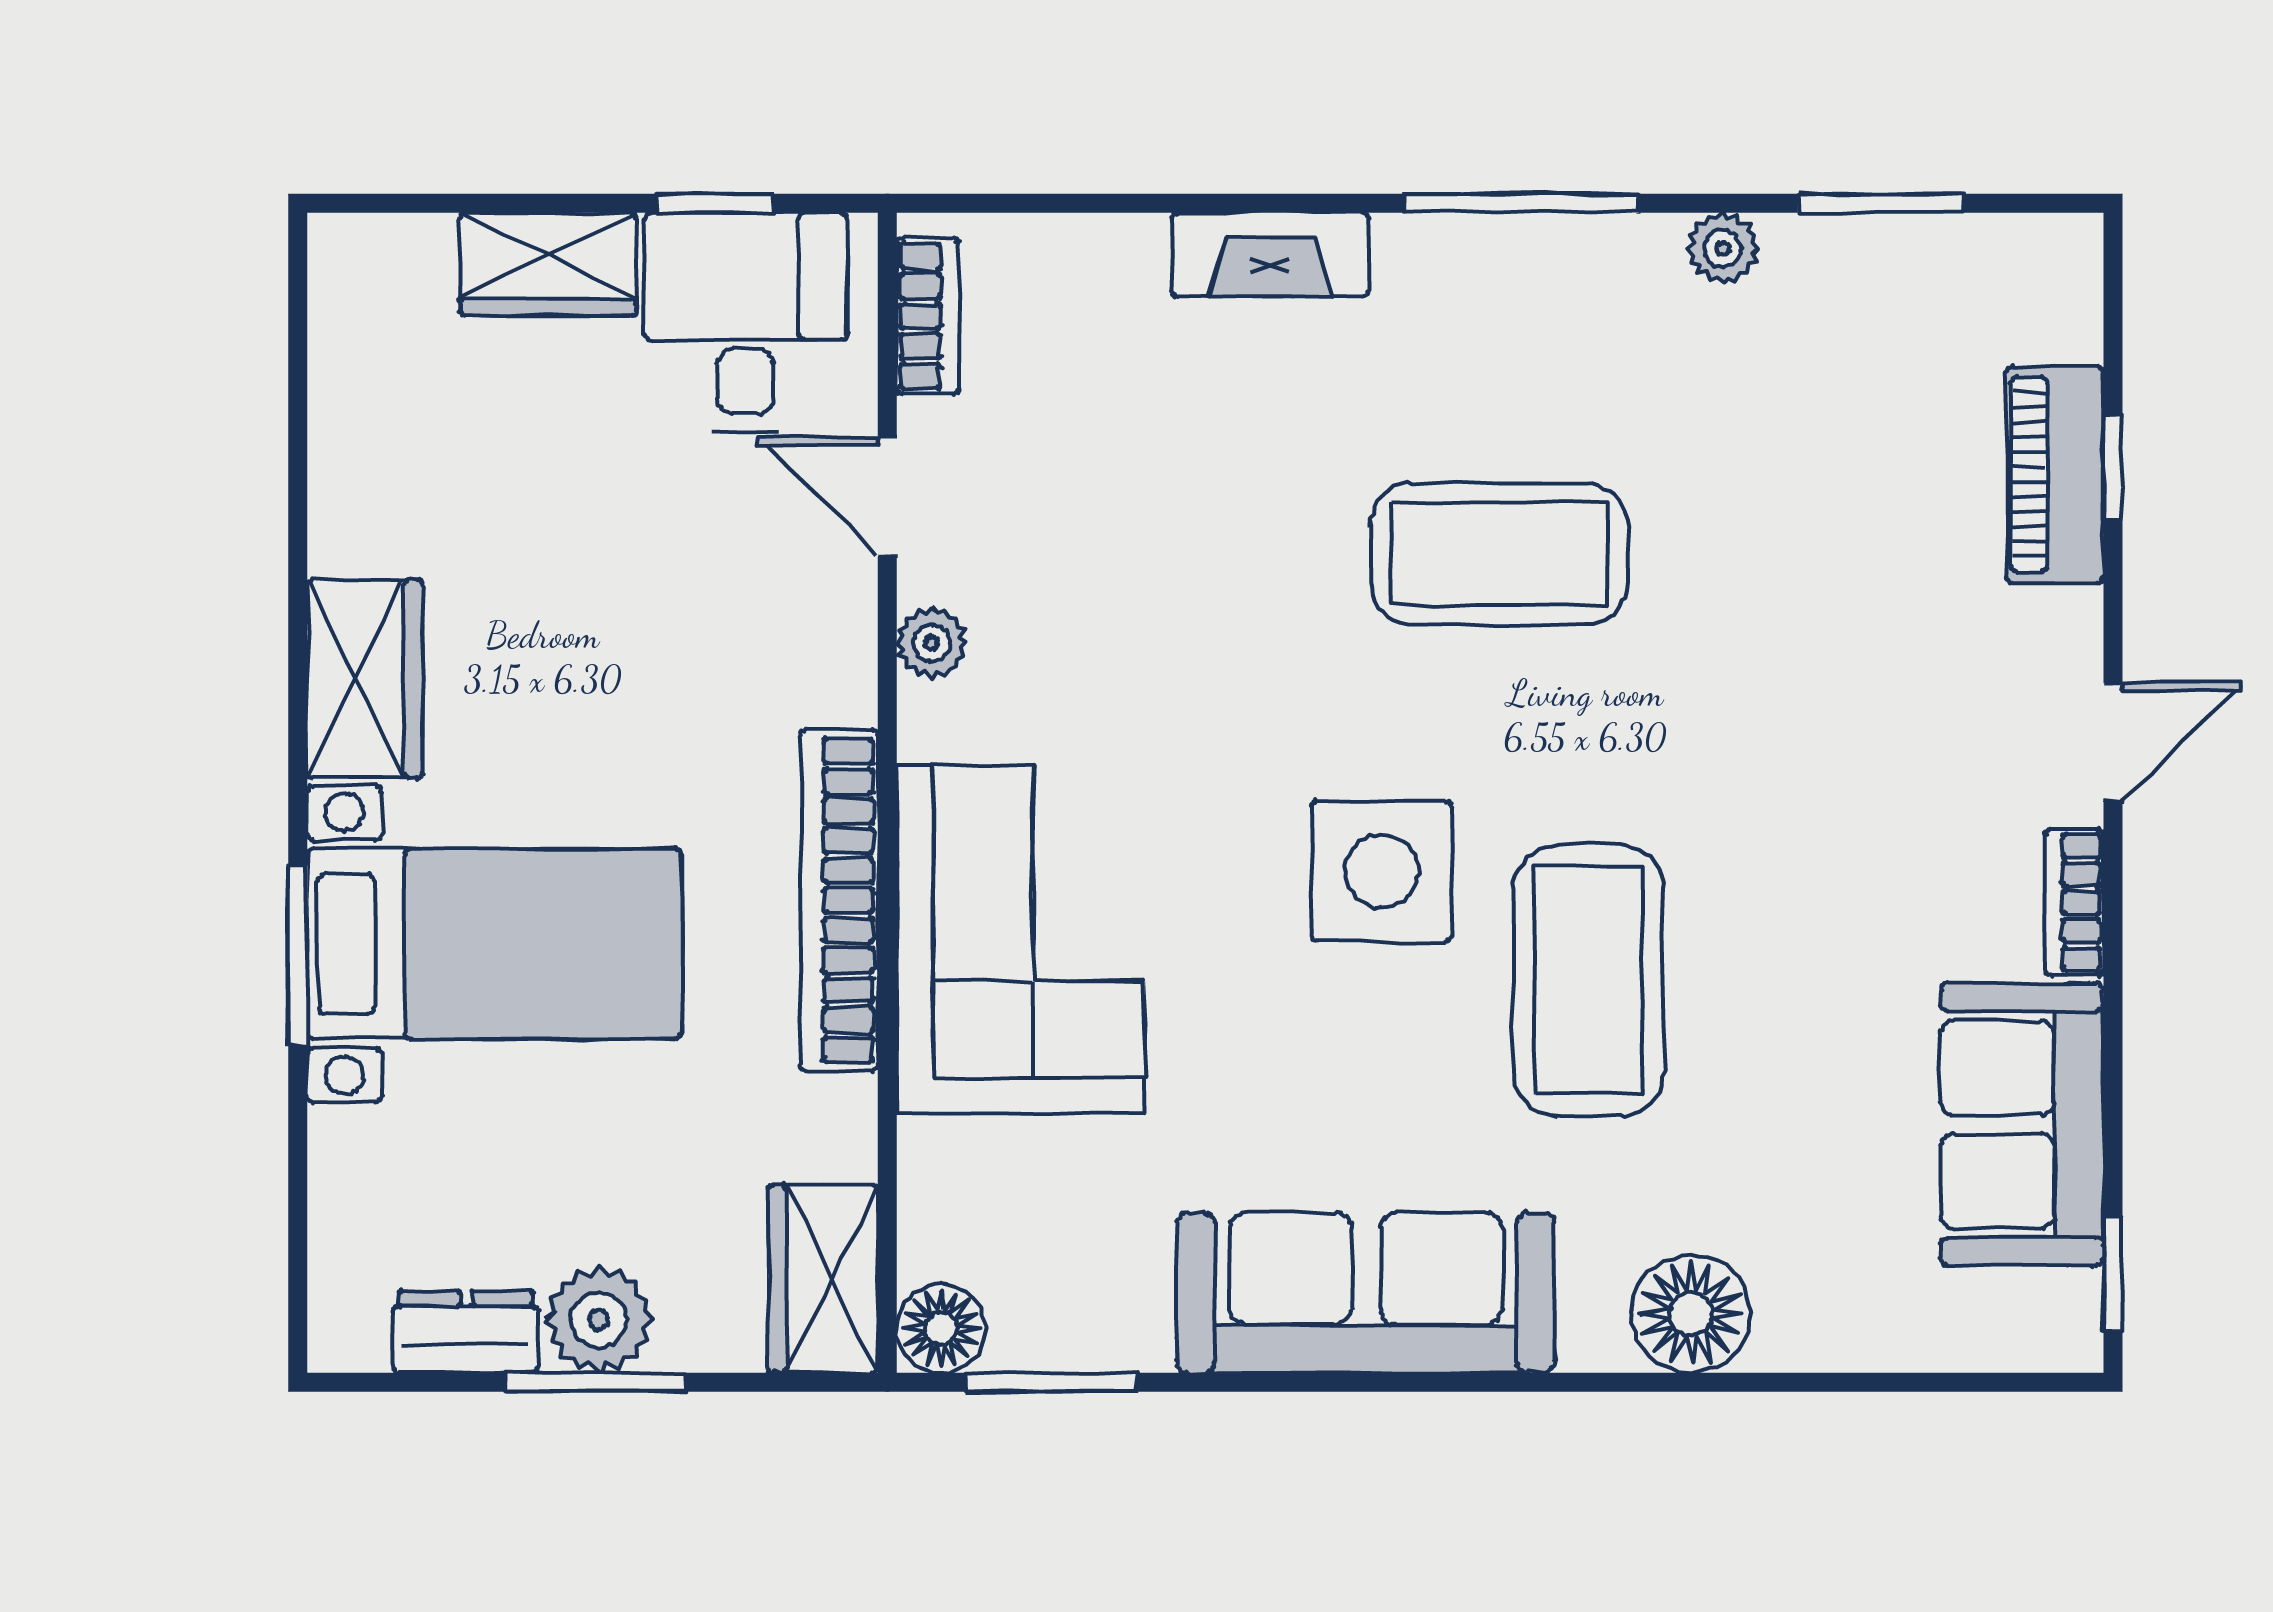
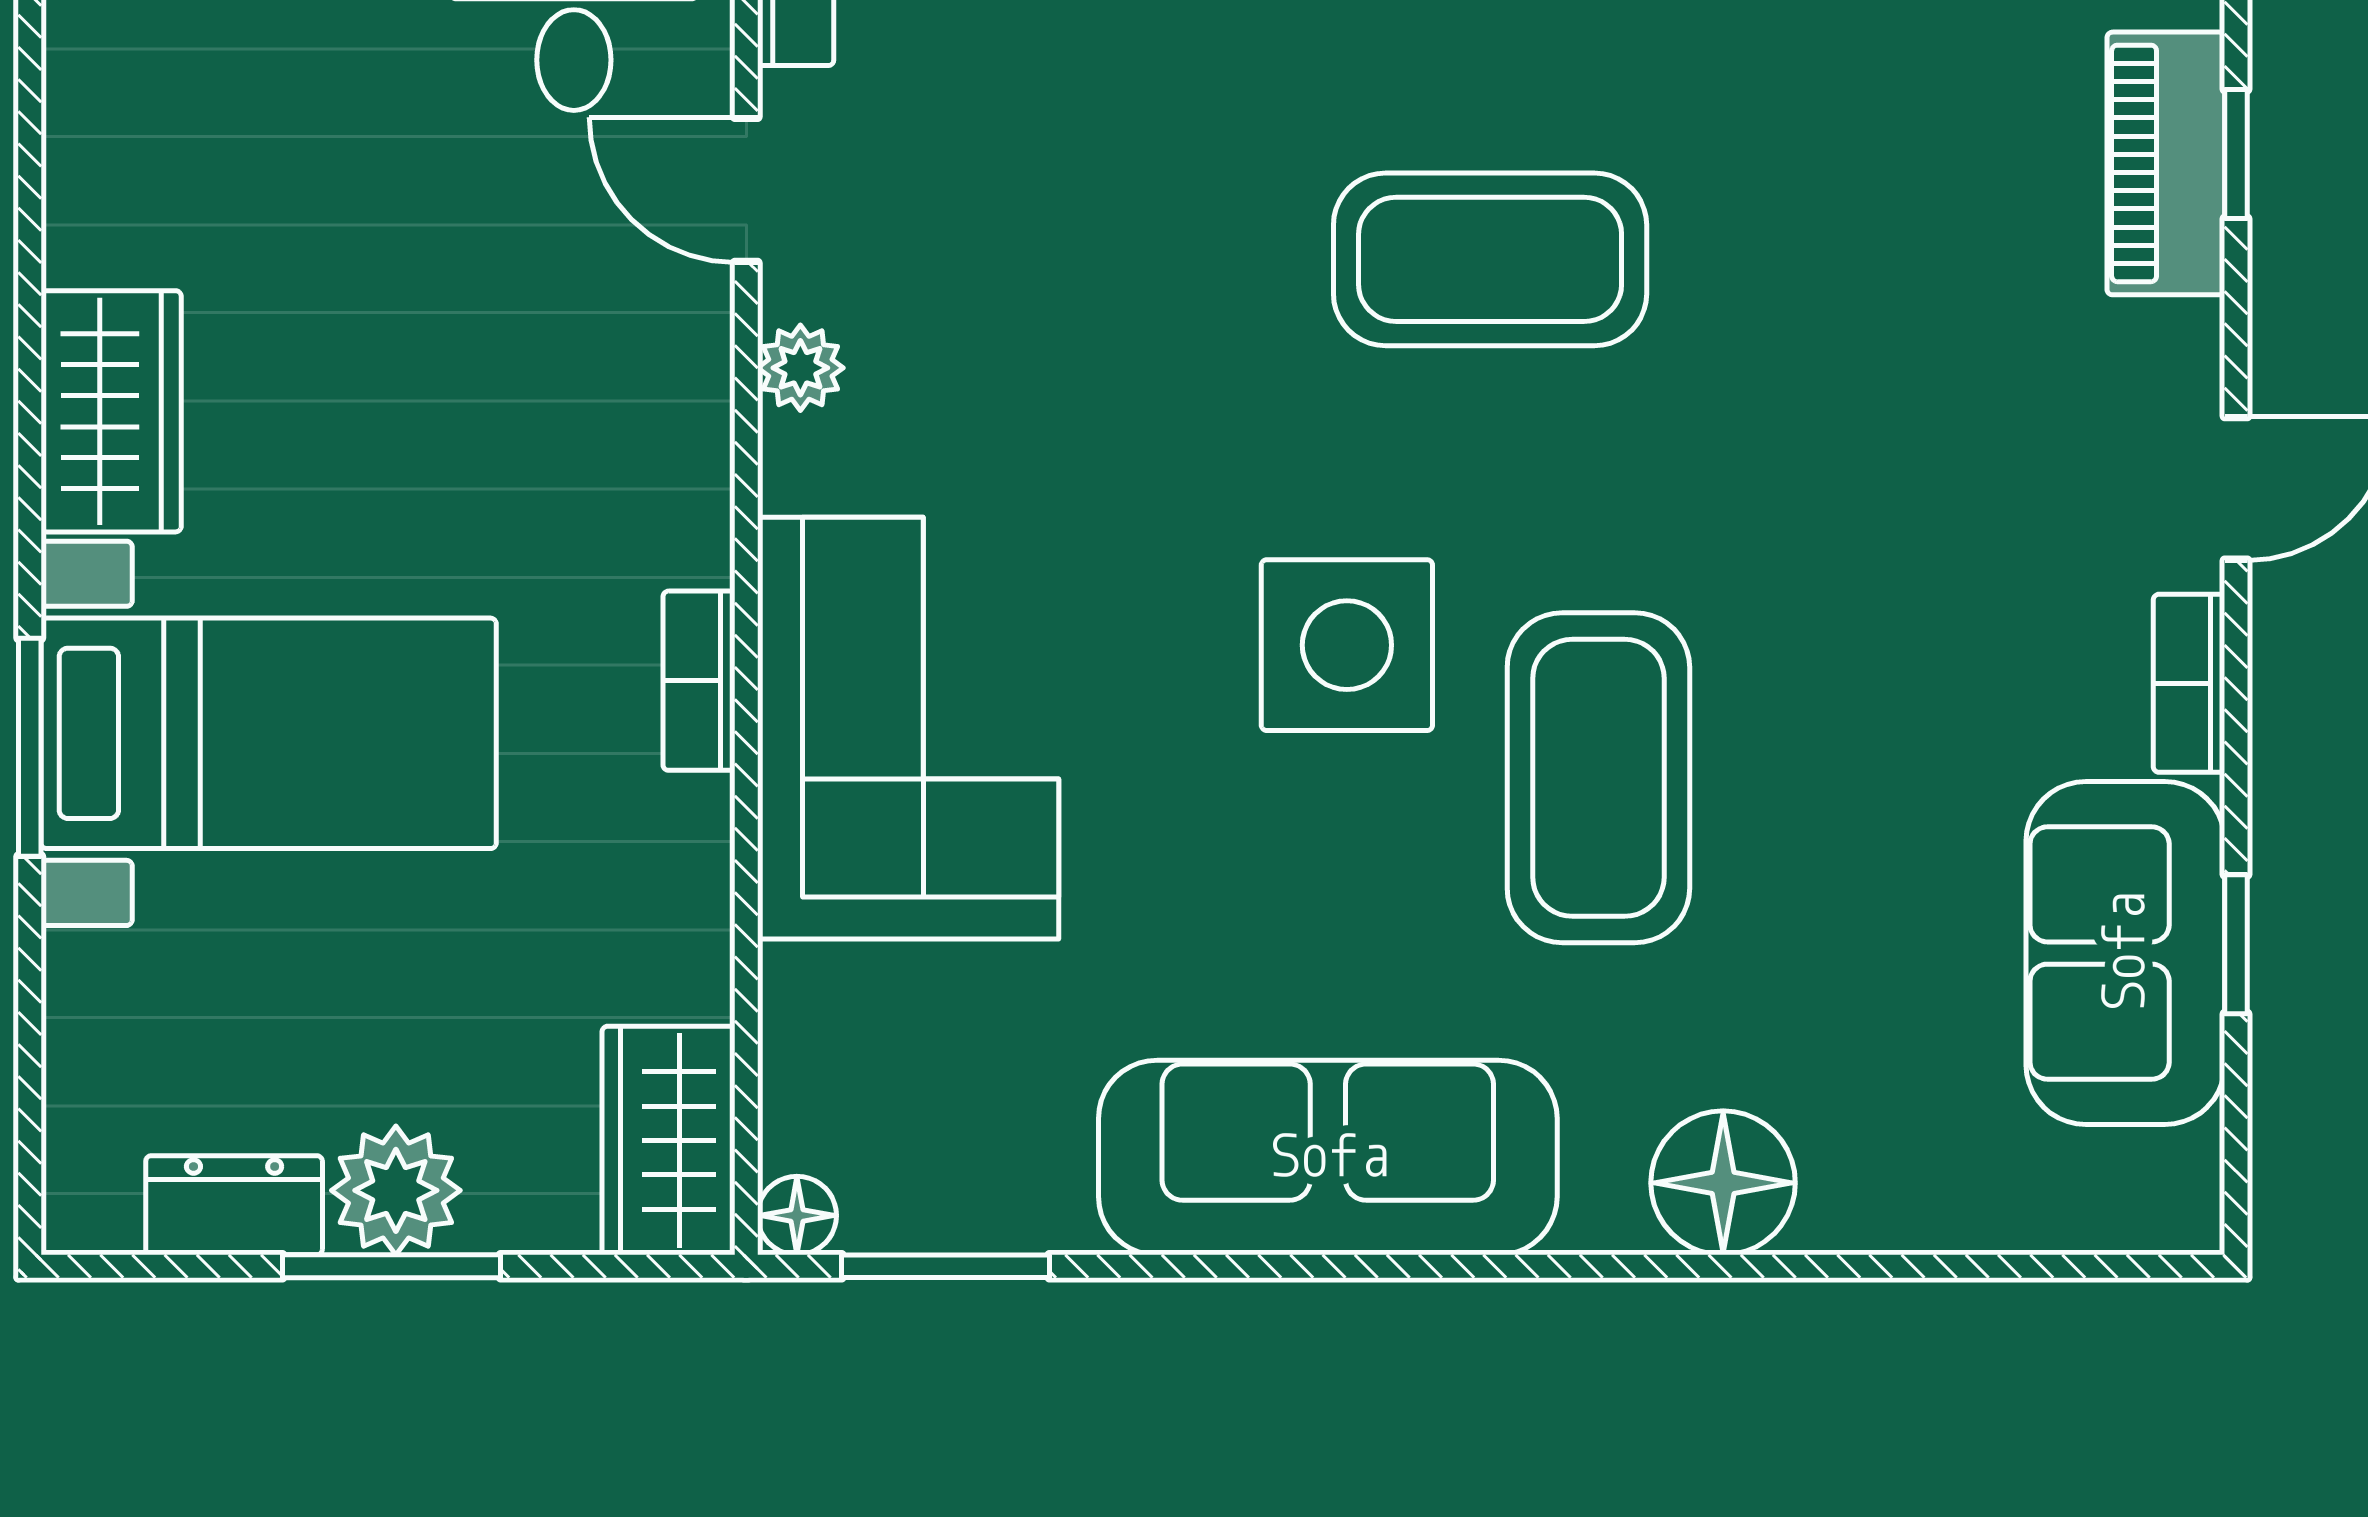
bookcase: (839, 900) -> (699, 681), width x0.43, depth x0.76
window: (2113, 1274) -> (2236, 944), moved
floor lamp: (941, 1328) -> (797, 1215), width x0.73, depth x0.73

